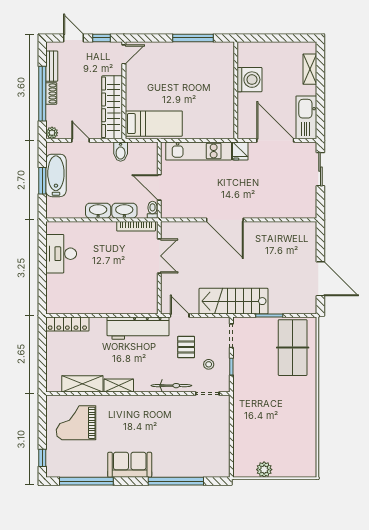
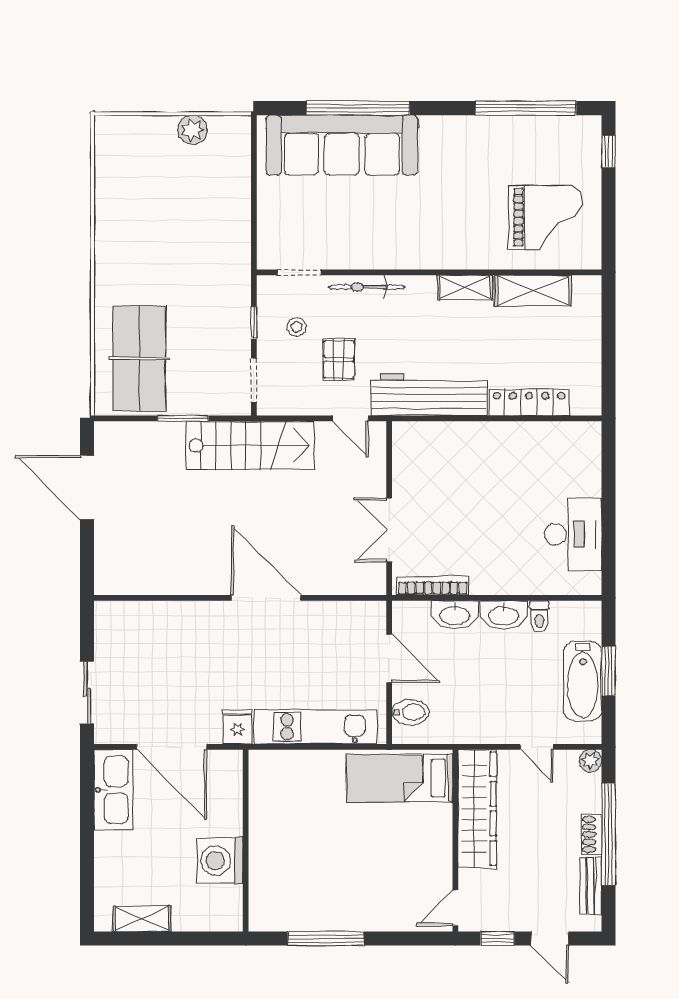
shelving: (310, 69) -> (142, 919), moved, turned 90
bidet: (121, 152) -> (410, 712), moved, turned 90
toilet: (153, 210) -> (539, 617), moved
locker: (67, 324) -> (529, 402), moved
sofa: (130, 465) -> (342, 145), moved, width x1.85, depth x1.27

